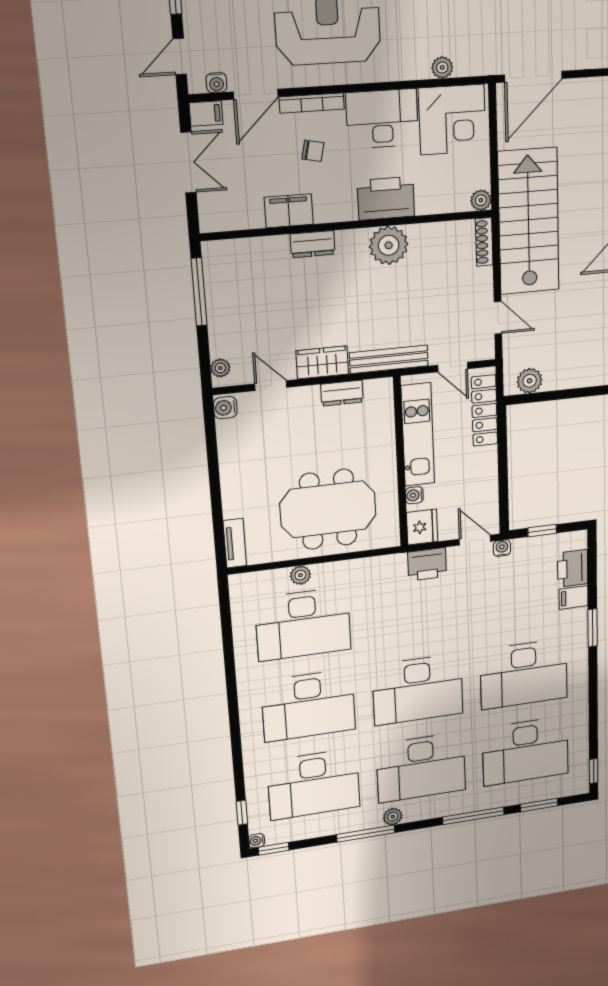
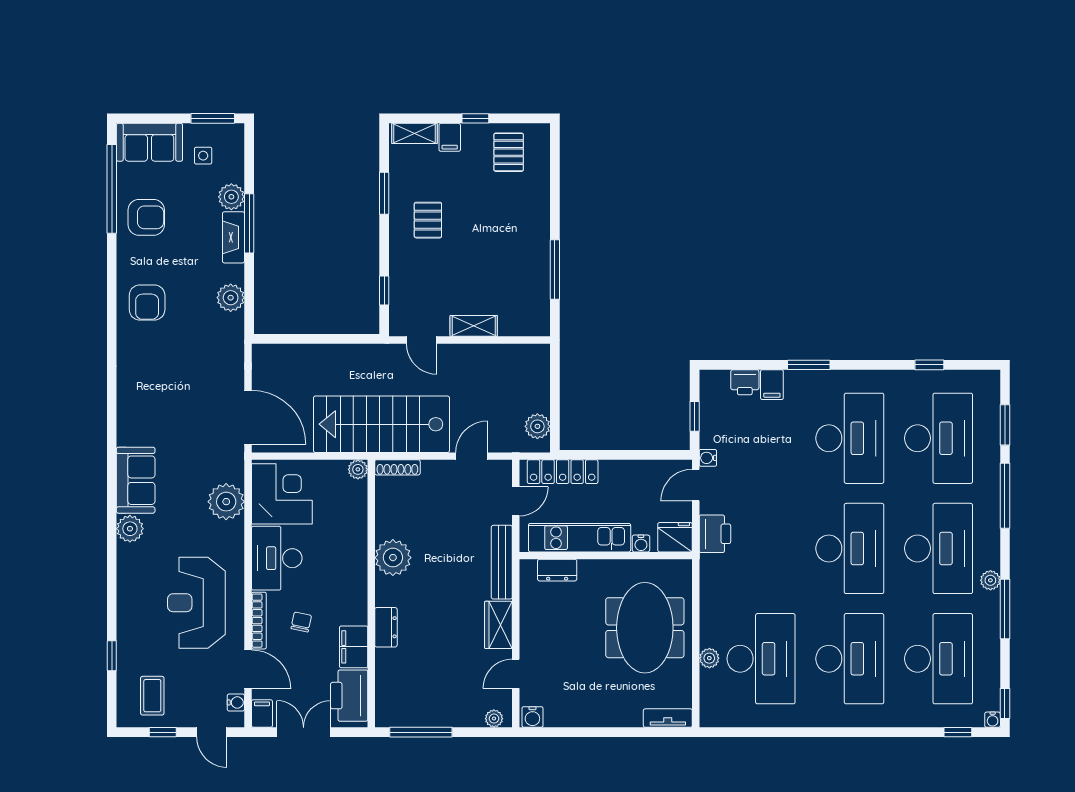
plant: (442, 67) -> (226, 502), width x1.87, depth x1.87
printer: (386, 198) -> (349, 696), moved
dresser: (342, 393) -> (557, 570), moved, turned 90
printer: (573, 568) -> (745, 382), width x0.73, depth x0.81
window: (594, 771) -> (929, 365), moved

